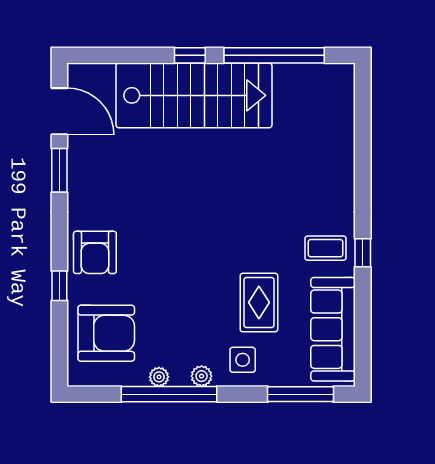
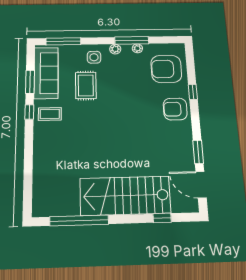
window: (190, 55) -> (162, 218), moved
armchair: (95, 252) -> (175, 109), turned -90
window: (363, 312) -> (30, 82), added
window: (169, 394) -> (132, 40), width x0.68

